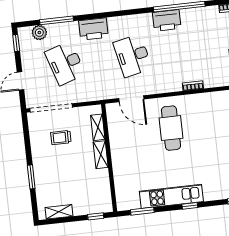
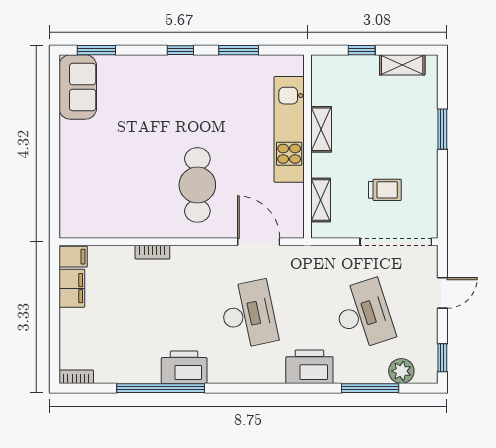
shelving: (101, 155) -> (321, 129), moved
kitchen unit: (171, 196) -> (289, 129), moved, turned 90
window: (142, 211) -> (239, 50), moved
window: (96, 216) -> (362, 50), moved

